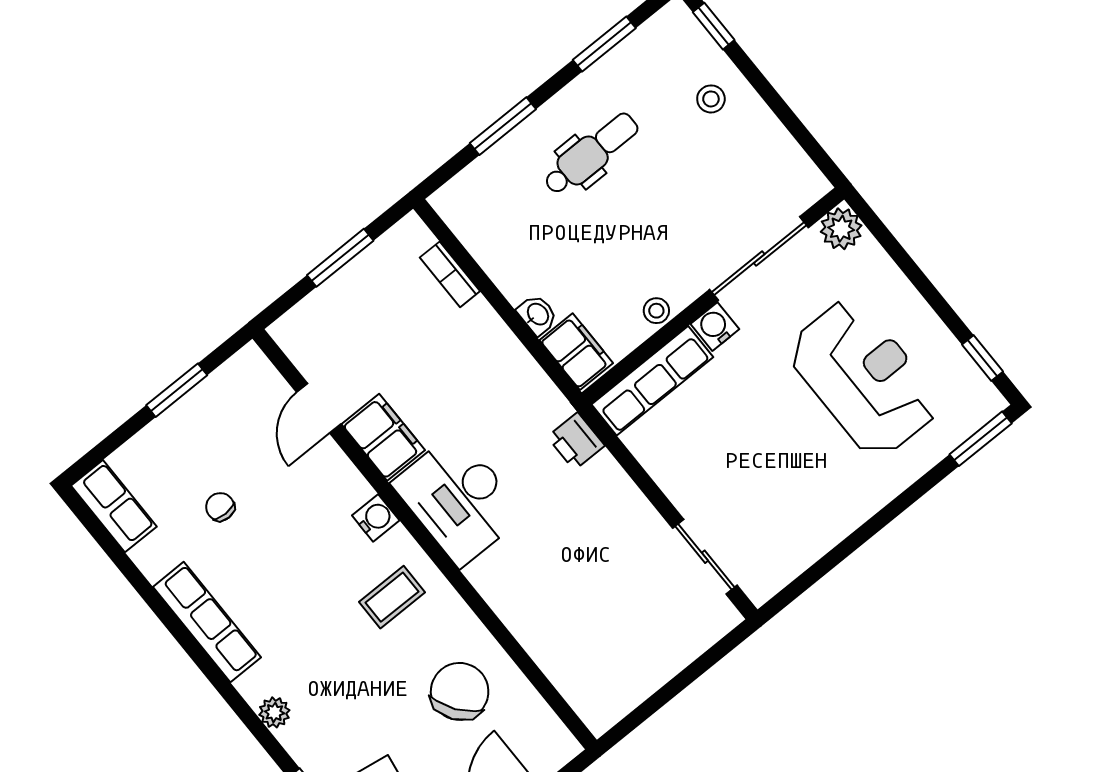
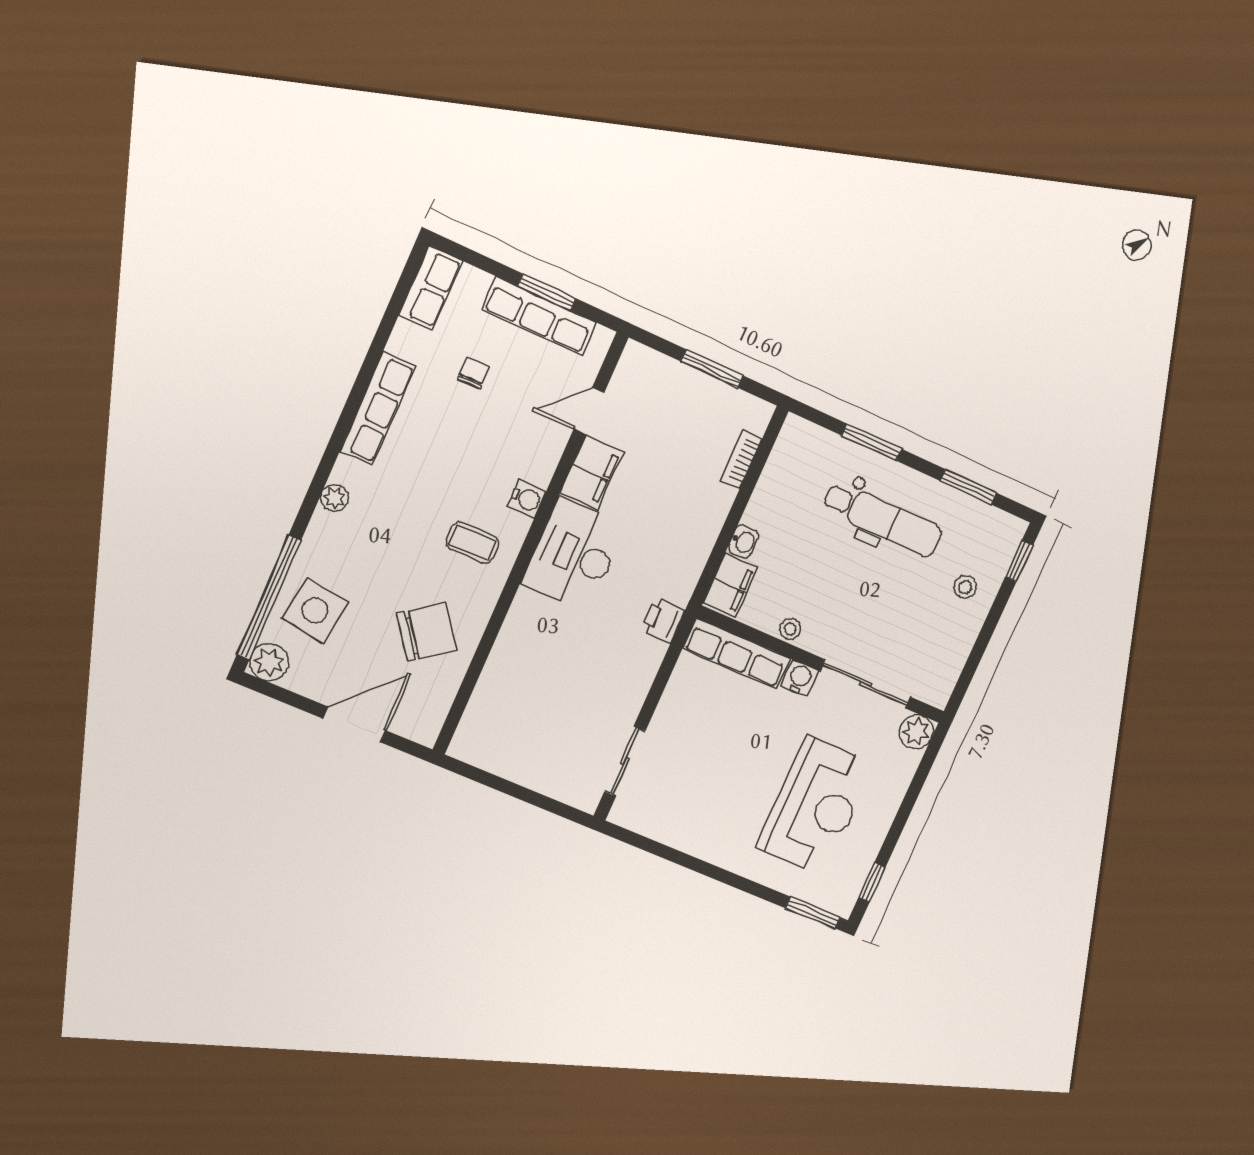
dental chair: (591, 154) -> (883, 519), width x1.36, depth x1.38
row of seats: (196, 410) -> (539, 316), added

